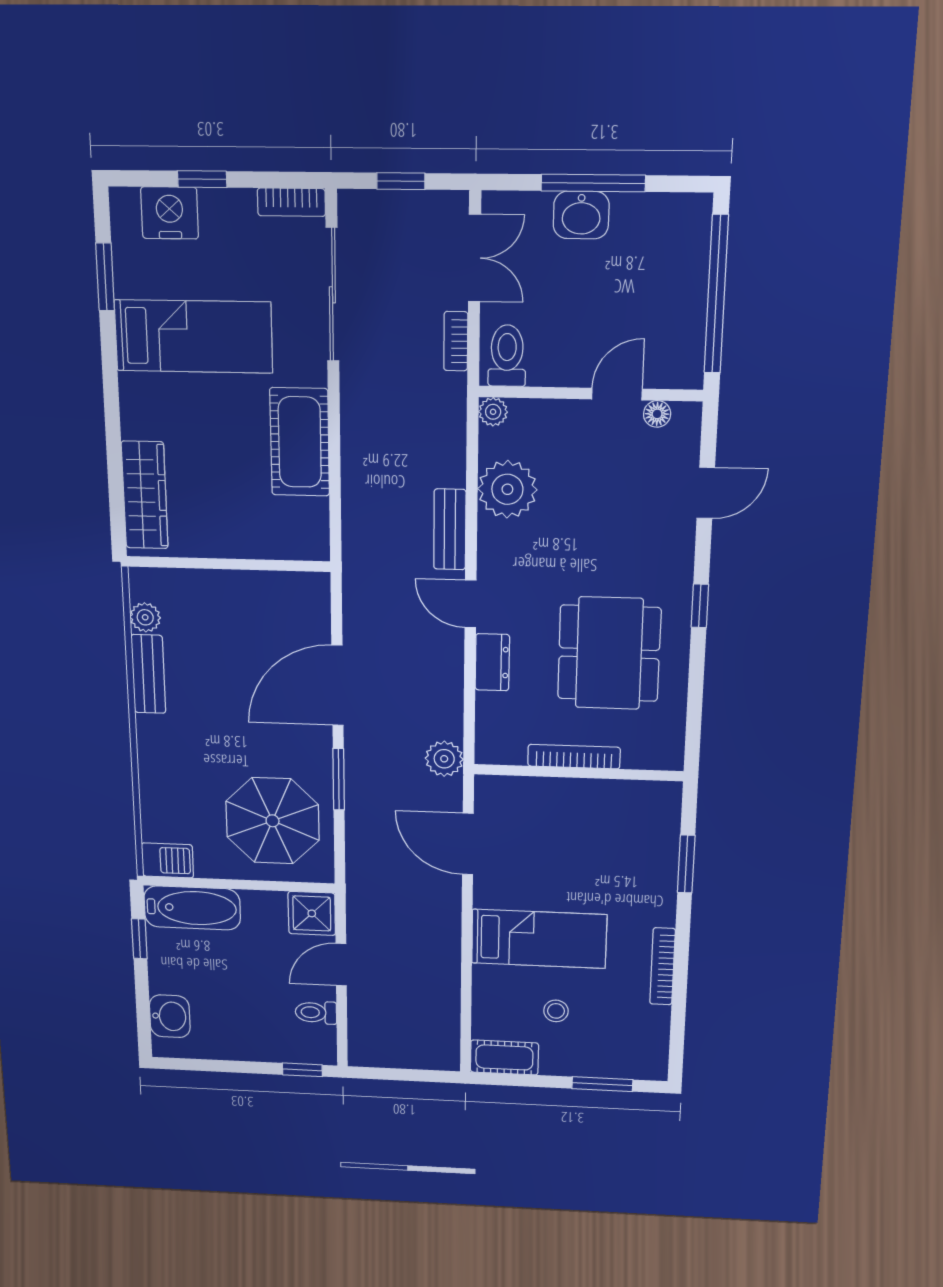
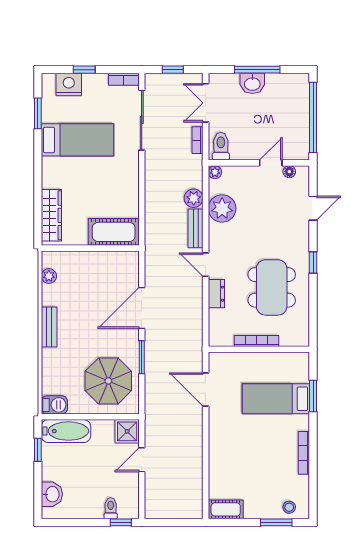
double door: (475, 258) -> (206, 103), swing flipped
cot: (300, 442) -> (114, 232), moved, turned 90
bench: (148, 674) -> (49, 327), moved
plant: (444, 759) -> (194, 198), moved
bed: (539, 939) -> (276, 399), moved, turned 180
stool: (556, 1011) -> (289, 507), moved
toilet: (316, 1012) -> (111, 508), moved, turned 90

